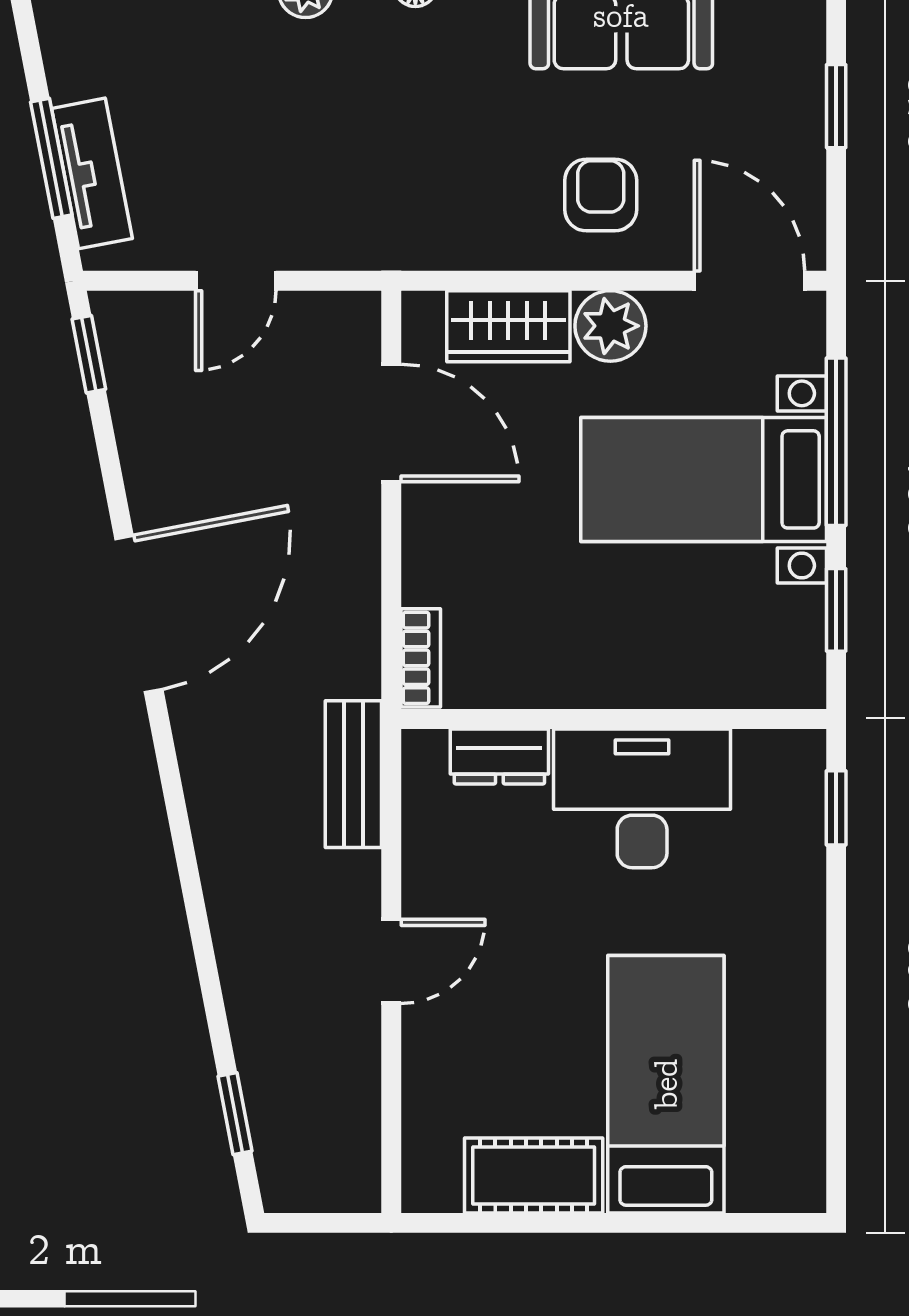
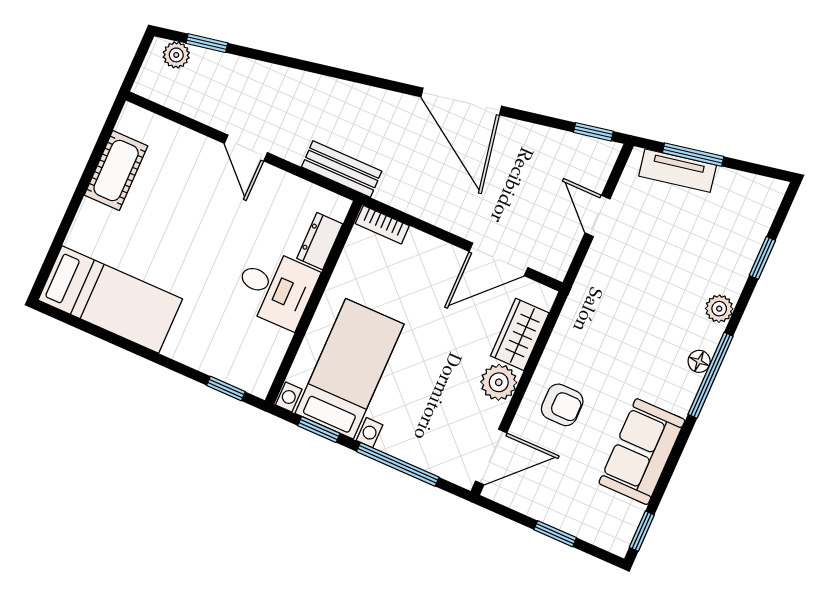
bed with nightstands: (704, 479) -> (349, 369), moved
desk: (642, 798) -> (276, 288), width x0.73
bed: (666, 1084) -> (110, 300), moved
plant: (280, 1159) -> (176, 55), added

